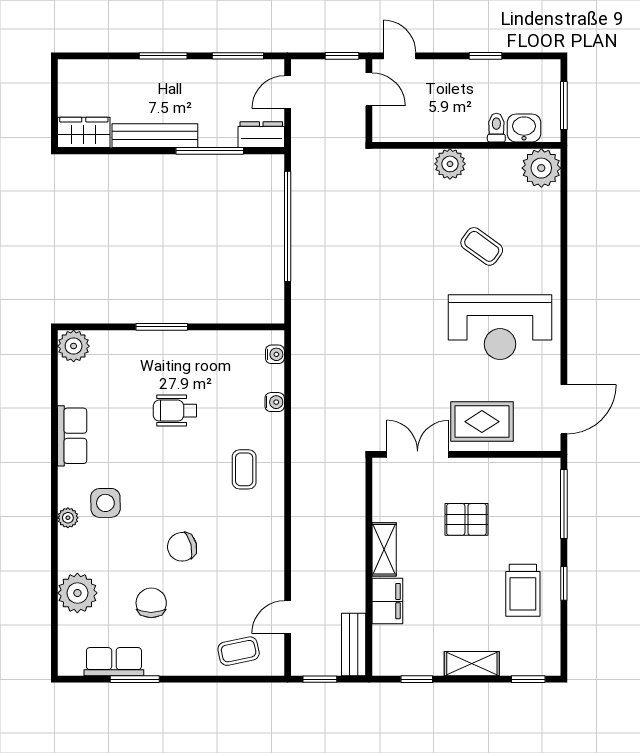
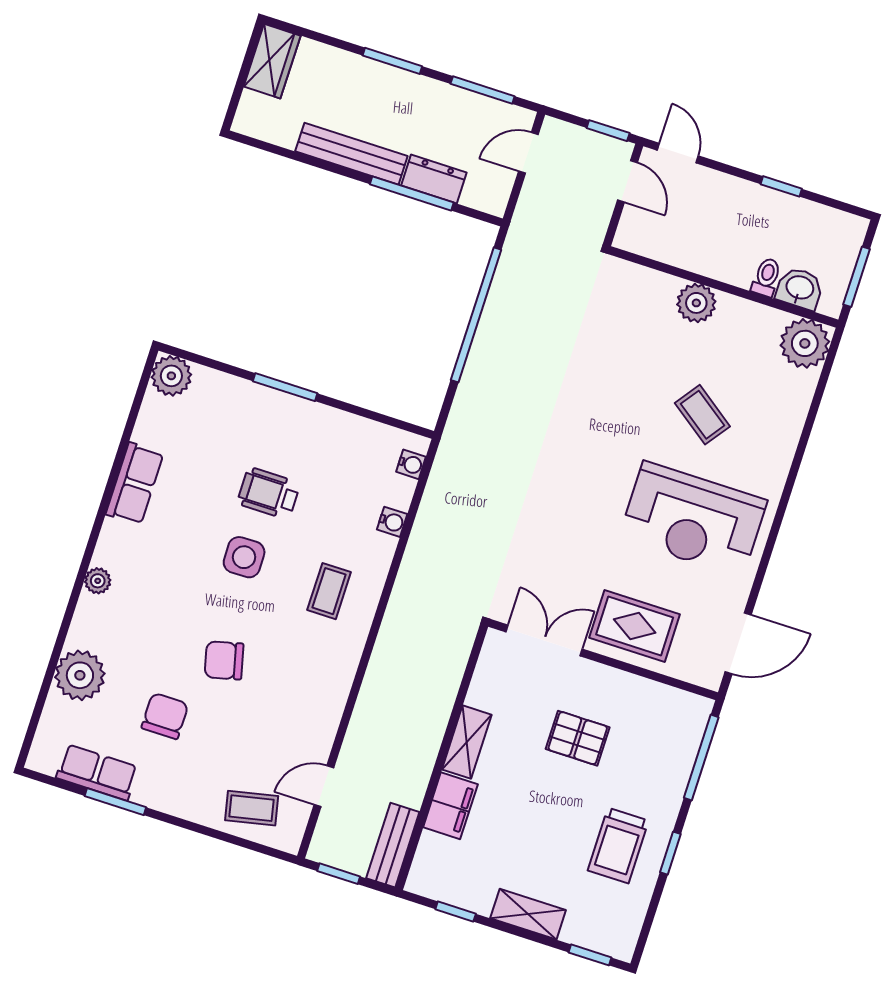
wardrobe: (84, 132) -> (272, 61), moved, turned 90
dresser: (261, 135) -> (434, 179), moved
side table: (105, 503) -> (244, 557), moved

